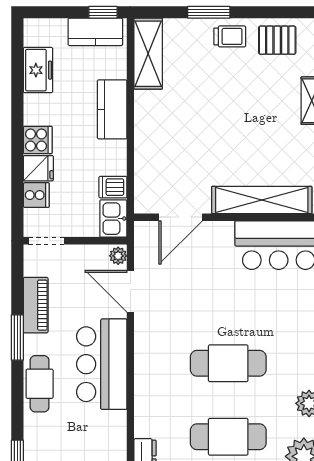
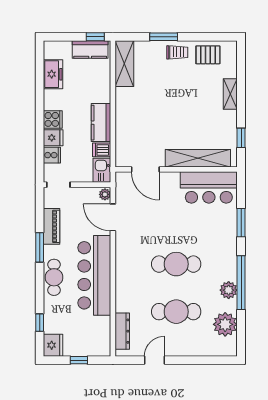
kitchen counter: (112, 109) -> (101, 123), moved
door: (181, 217) -> (145, 169), hinge flipped
bar counter: (102, 364) -> (94, 275), width x1.36

